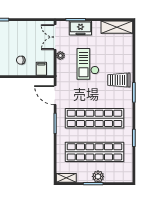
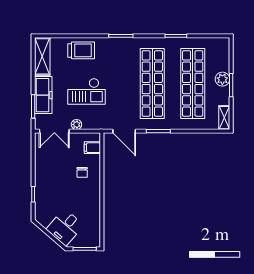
freezer: (80, 28) -> (43, 95), width x1.40
trolley: (119, 80) -> (81, 50), moved, turned -90
door: (55, 95) -> (124, 131), hinge flipped

